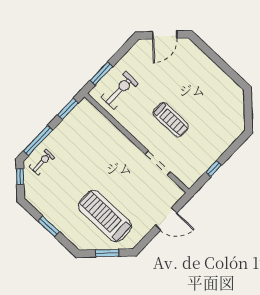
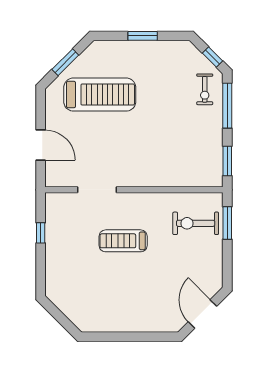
exercise bike: (120, 90) -> (196, 223), turned 90
door: (166, 219) -> (41, 145), swing flipped

